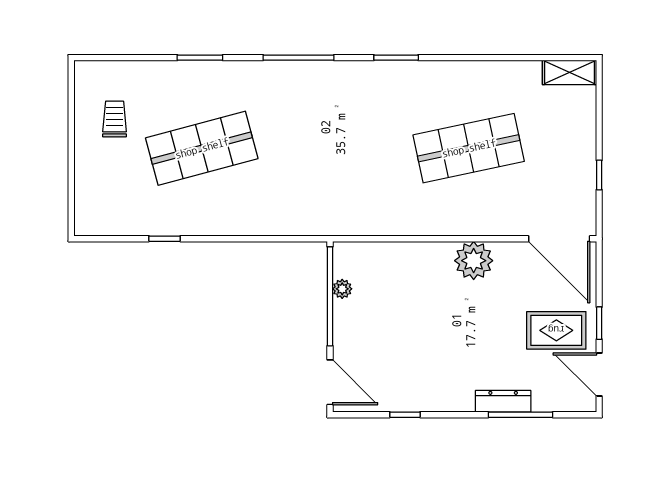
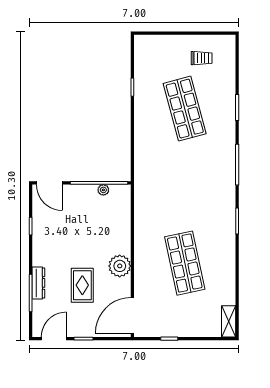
rug: (556, 330) -> (82, 285), moved
door: (330, 382) -> (49, 183), hinge flipped

